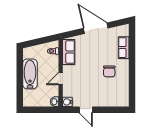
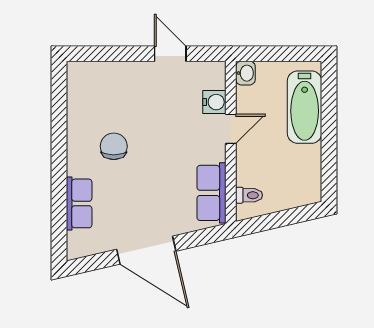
bathtub: (30, 74) -> (305, 107), moved
water cooler: (67, 102) -> (214, 102), moved

